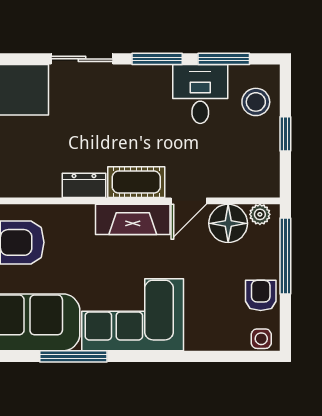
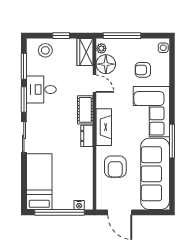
desk: (200, 94) -> (41, 90), moved
wardrobe: (252, 182) -> (85, 52), added
fireplace: (133, 219) -> (104, 127), moved
armchair: (261, 295) -> (143, 70), moved

